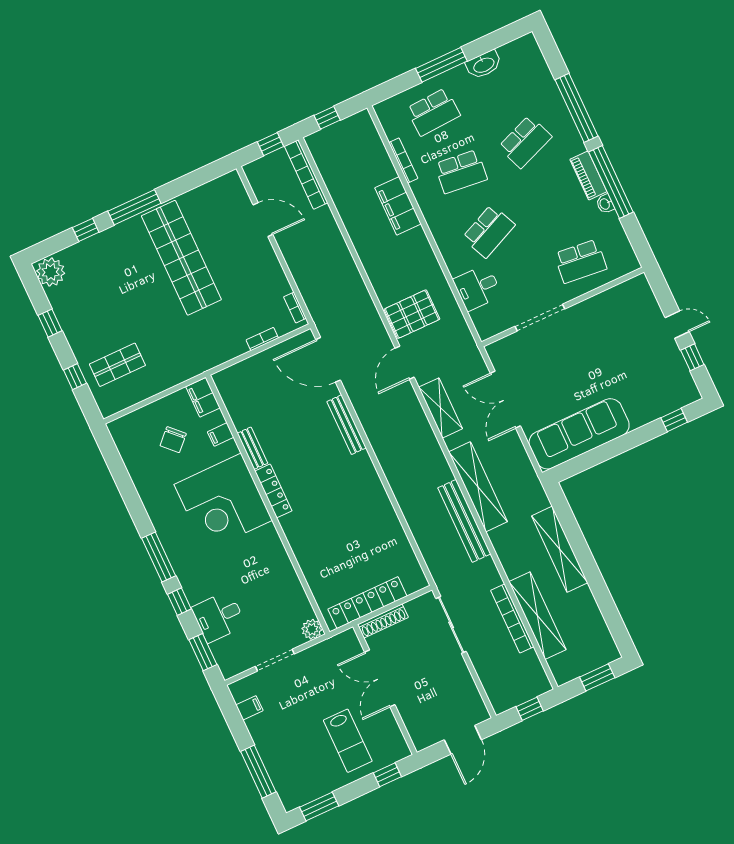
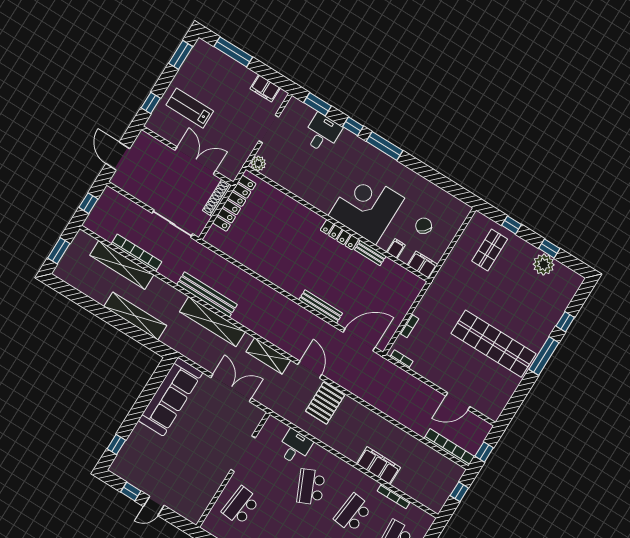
plant: (51, 272) -> (544, 264), moved
filing cabinet: (249, 708) -> (265, 88), width x2.00

